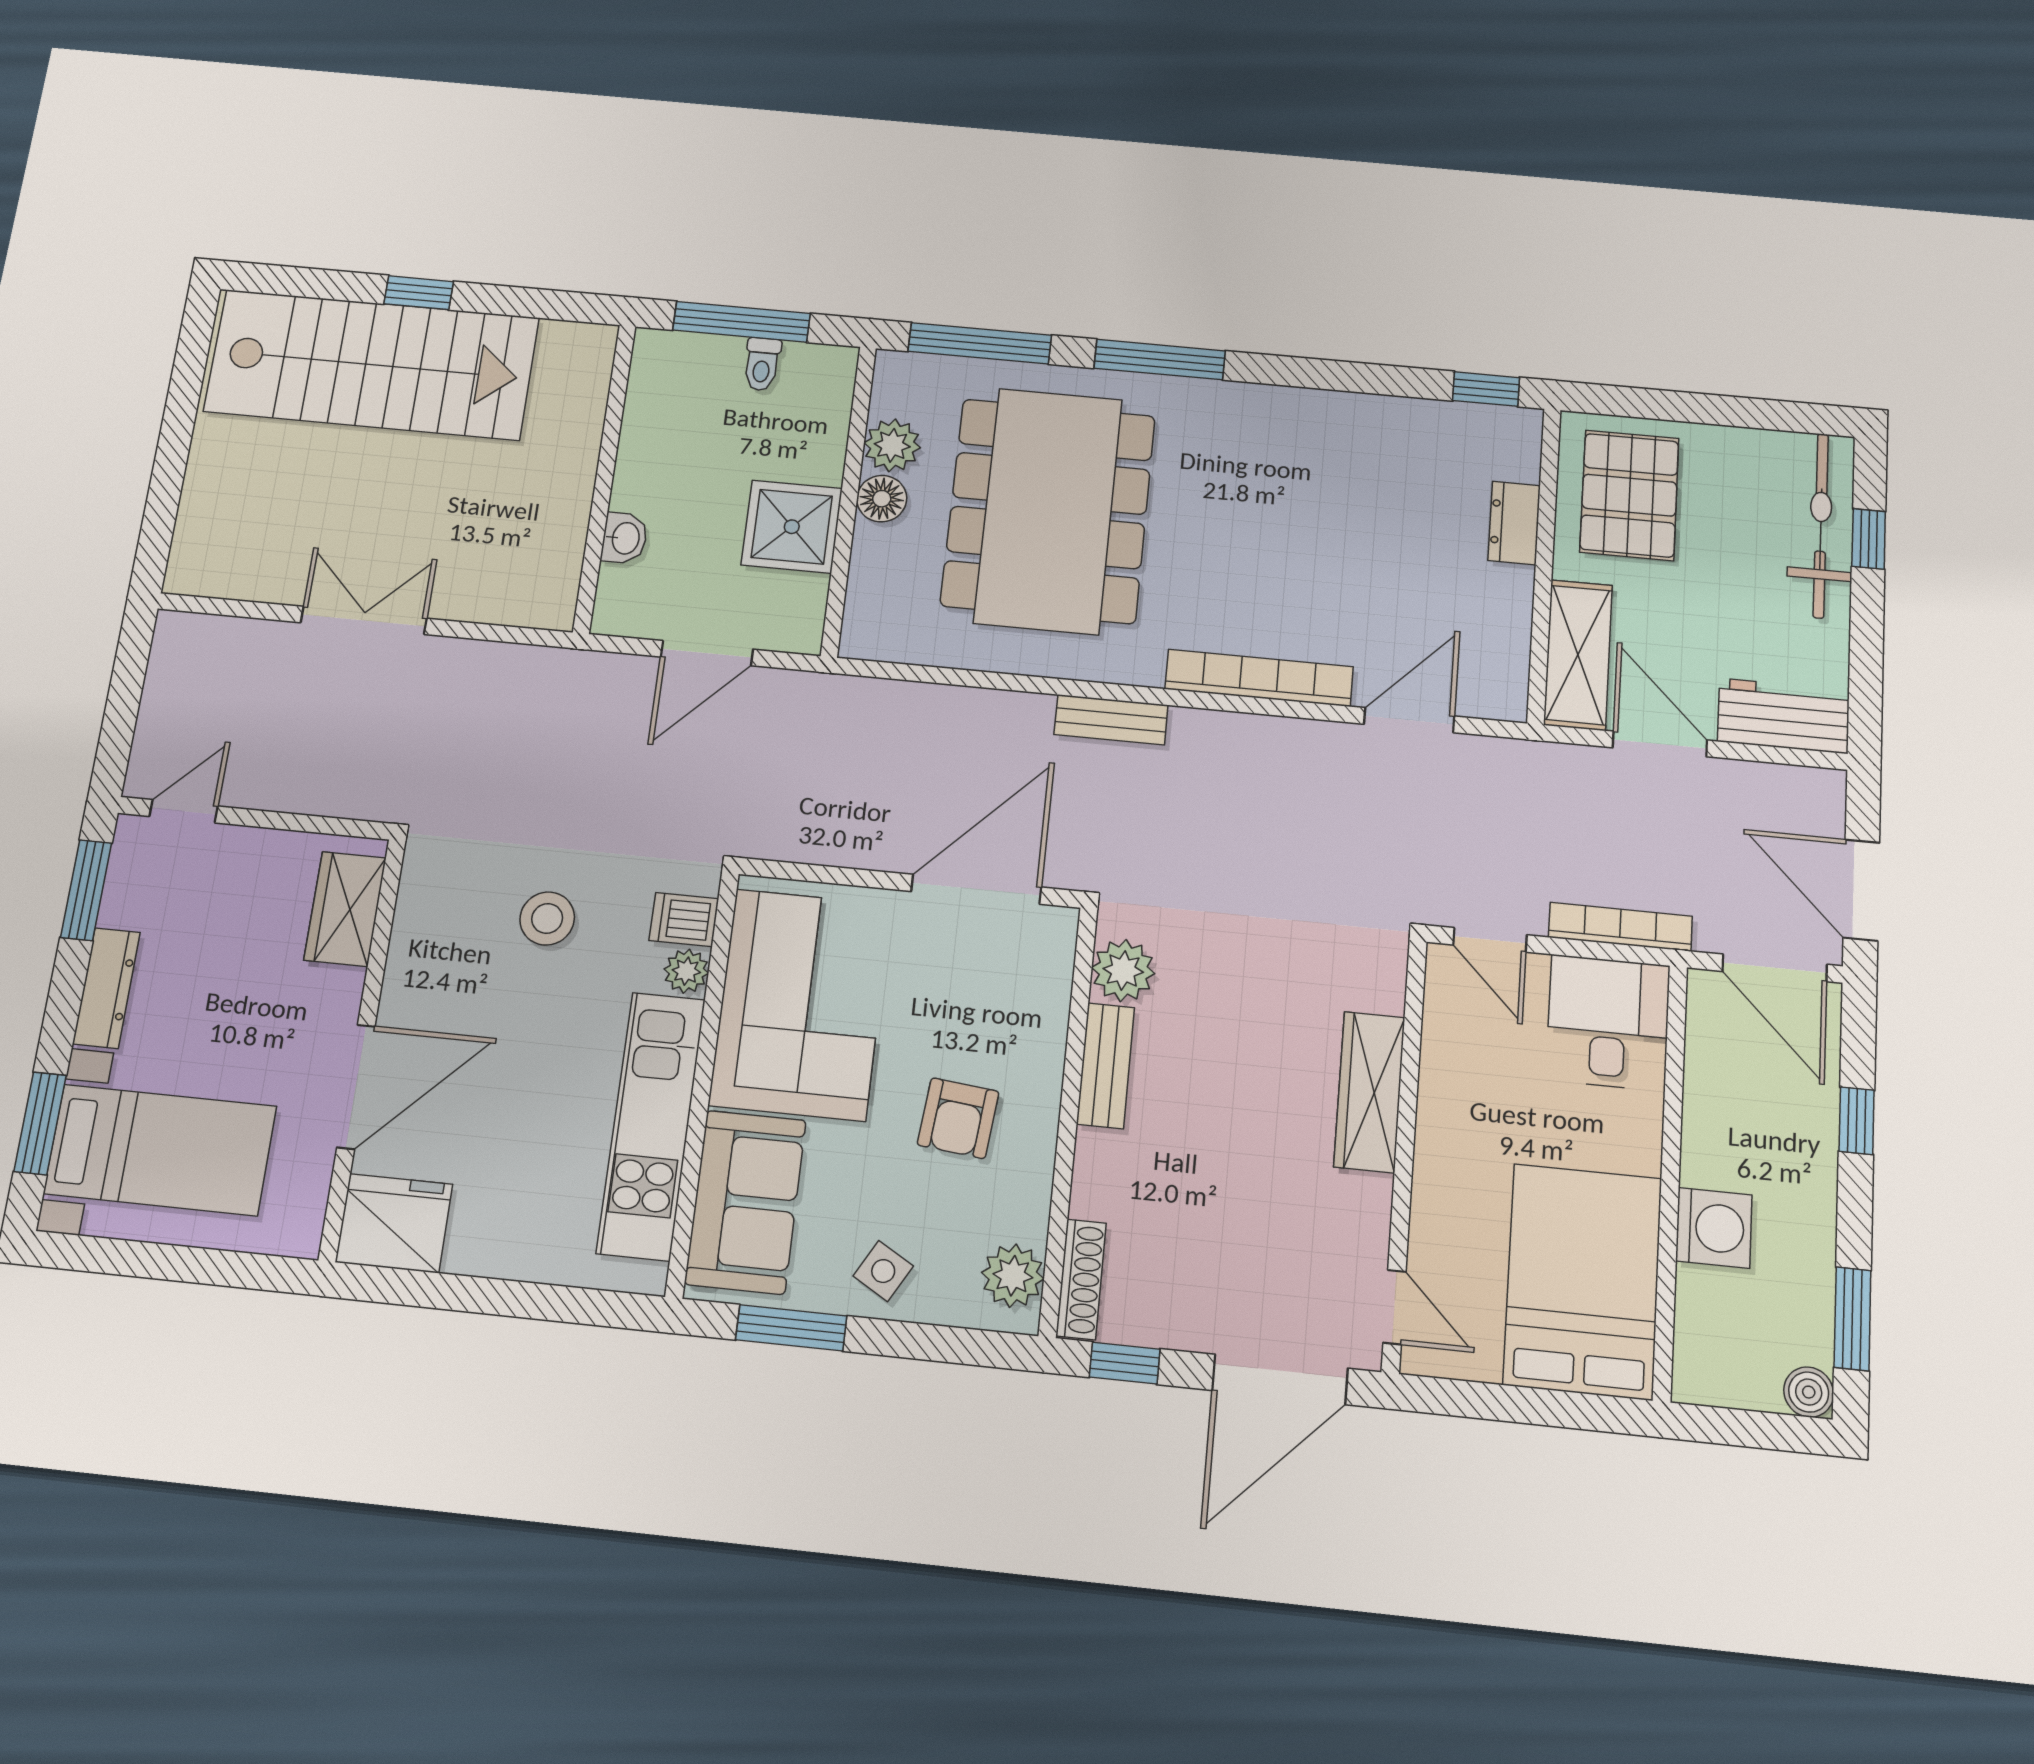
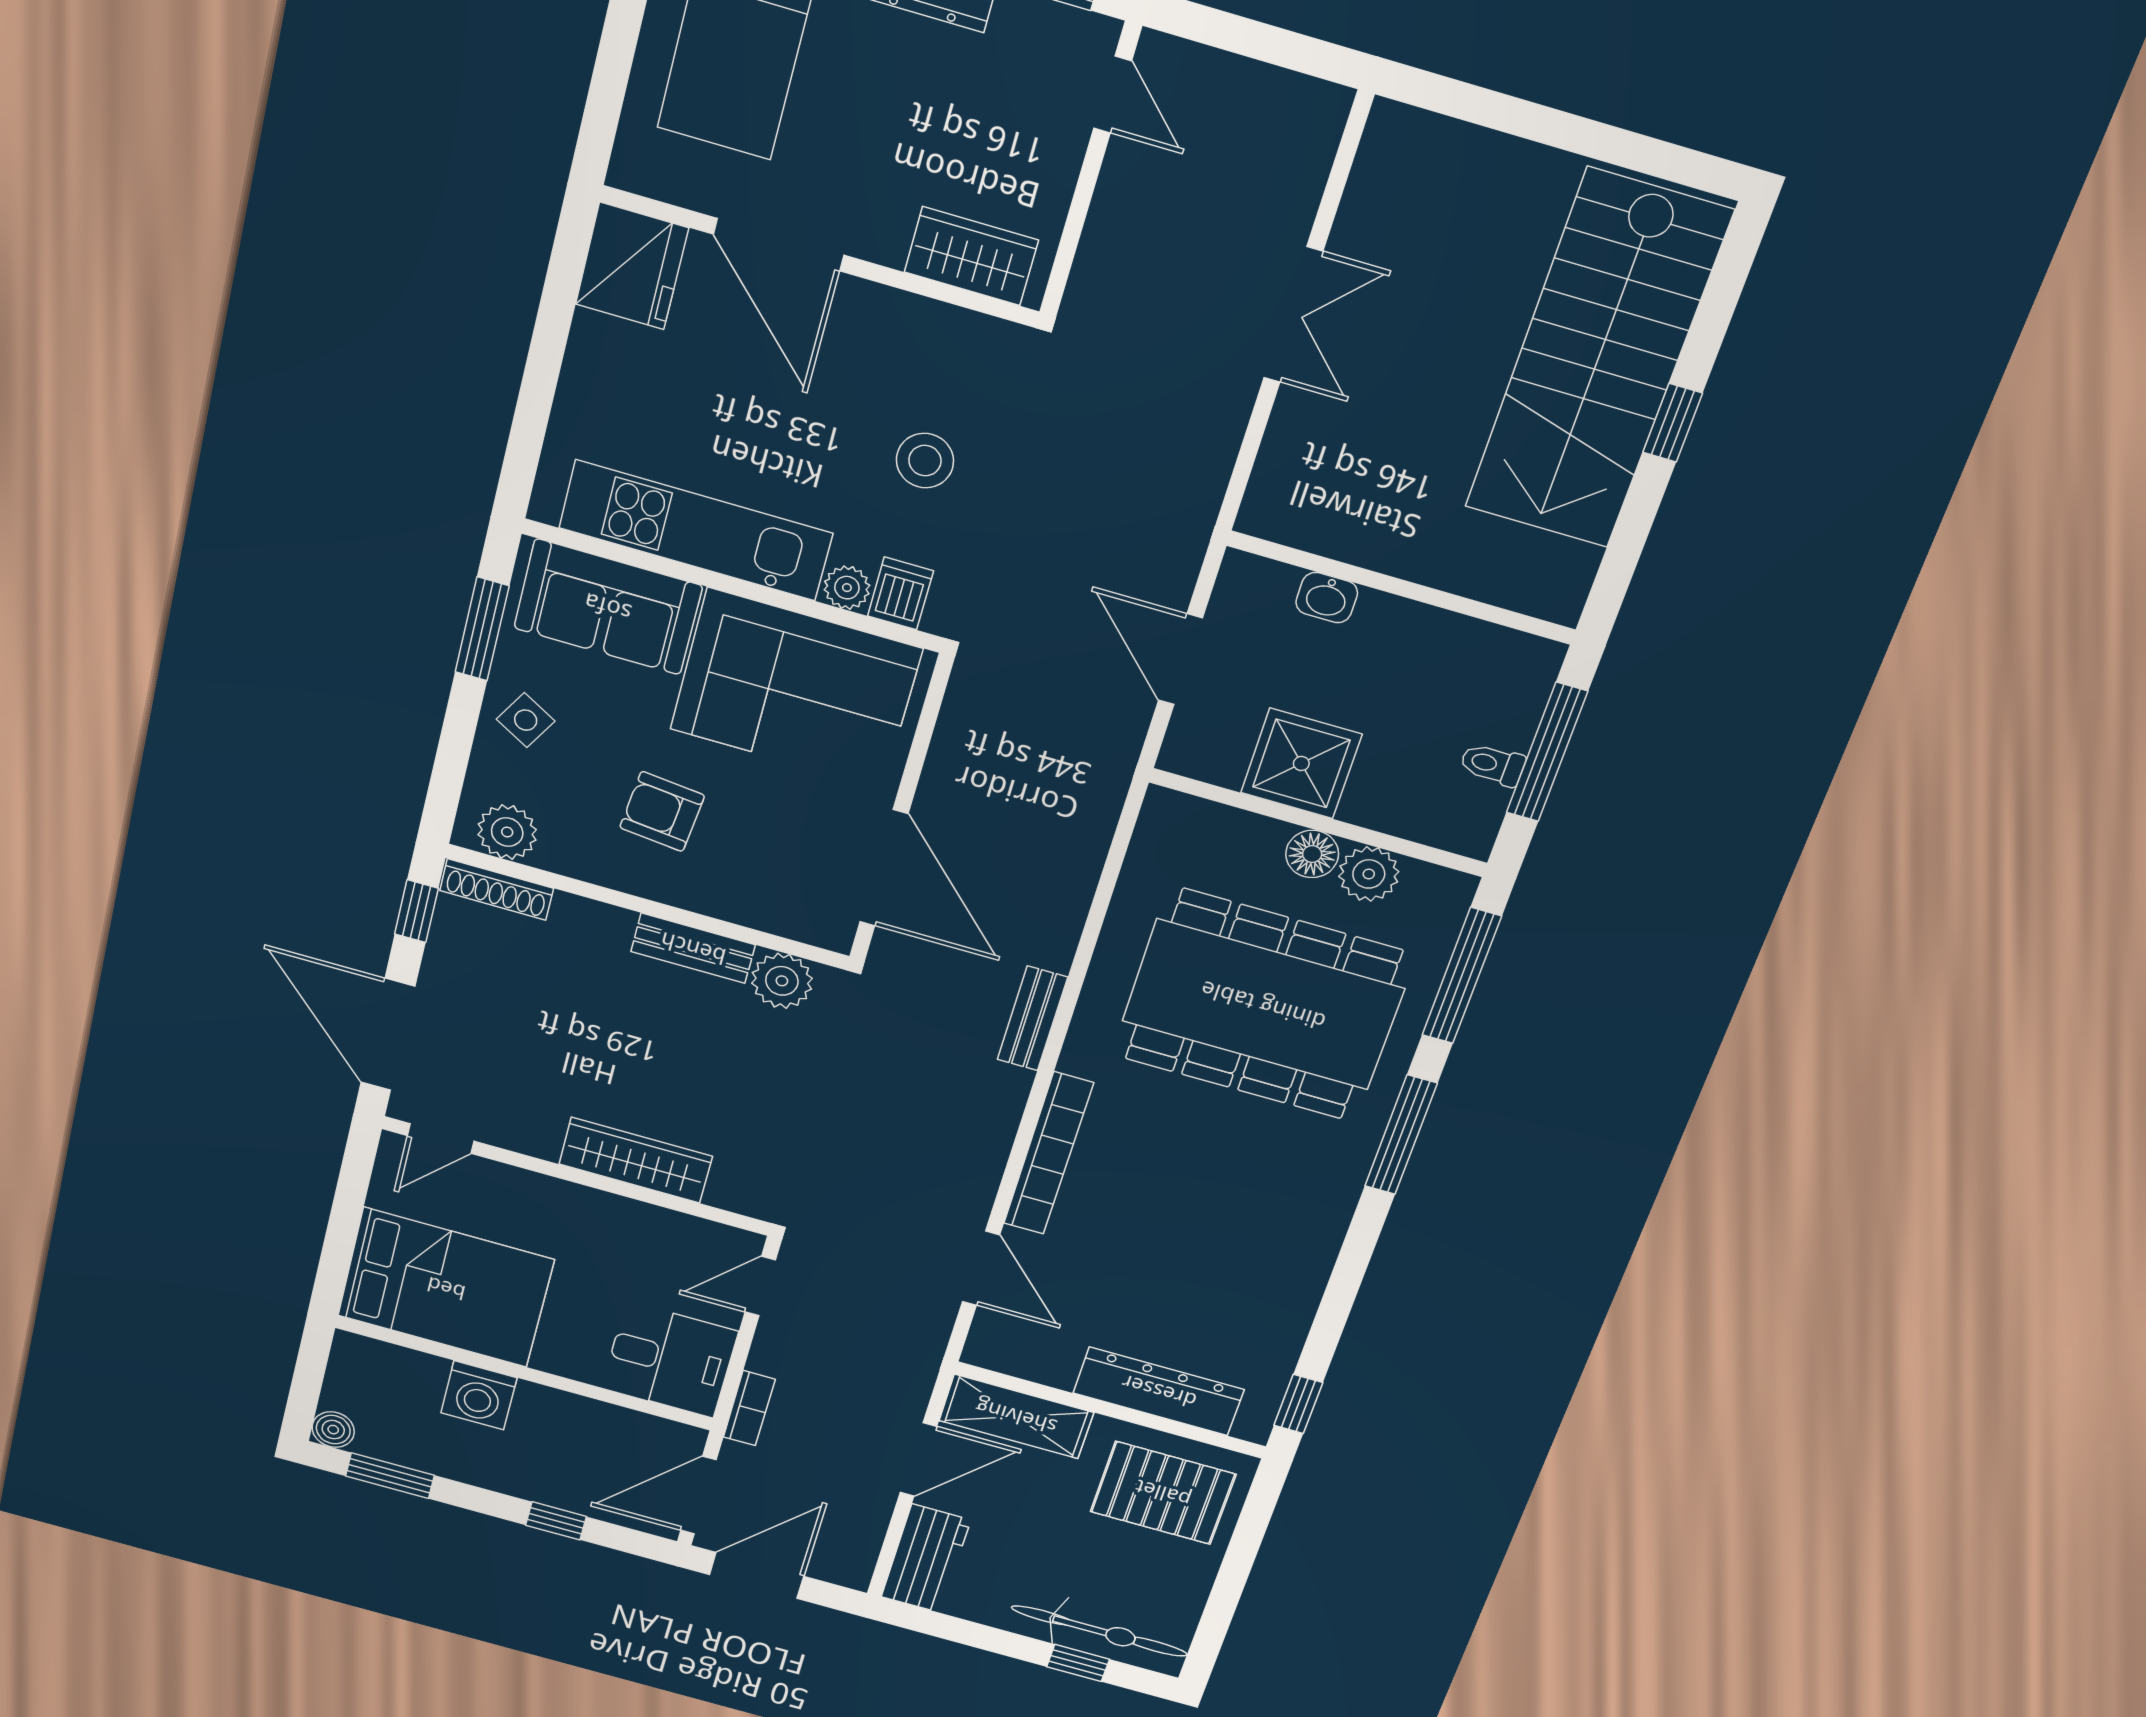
dresser: (1514, 523) -> (1159, 1391), width x1.96, depth x1.24
bookcase: (1620, 927) -> (749, 1408), width x0.64

